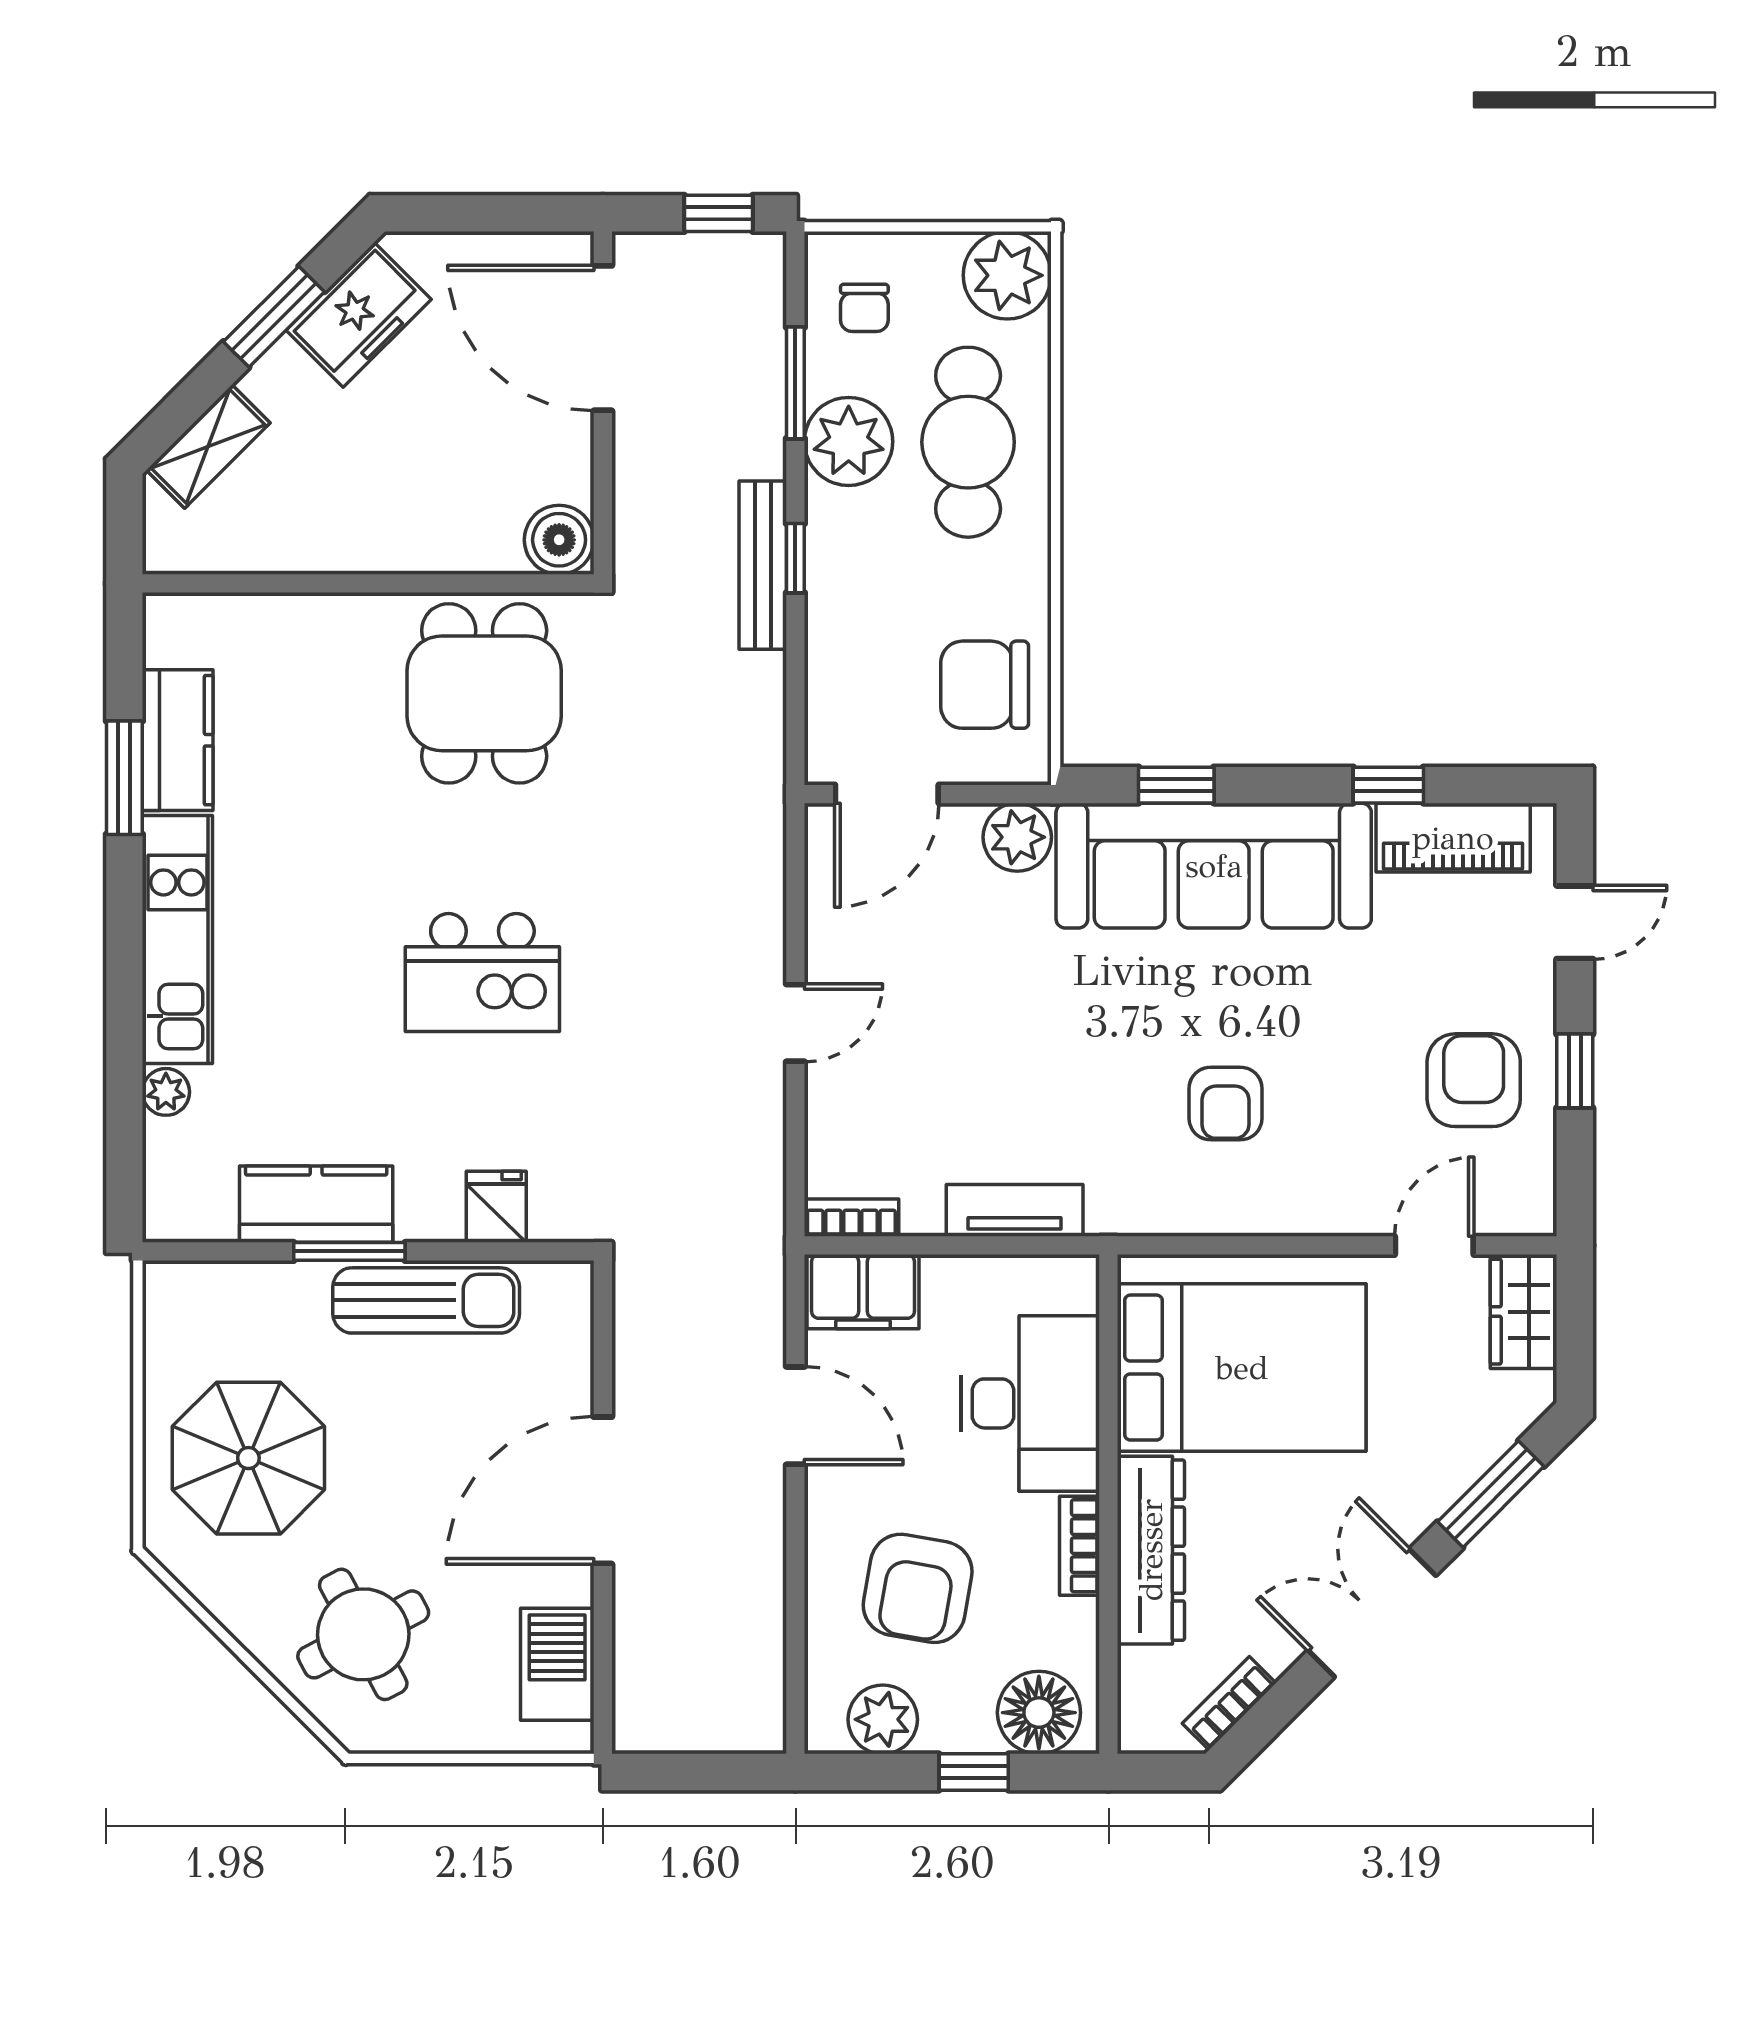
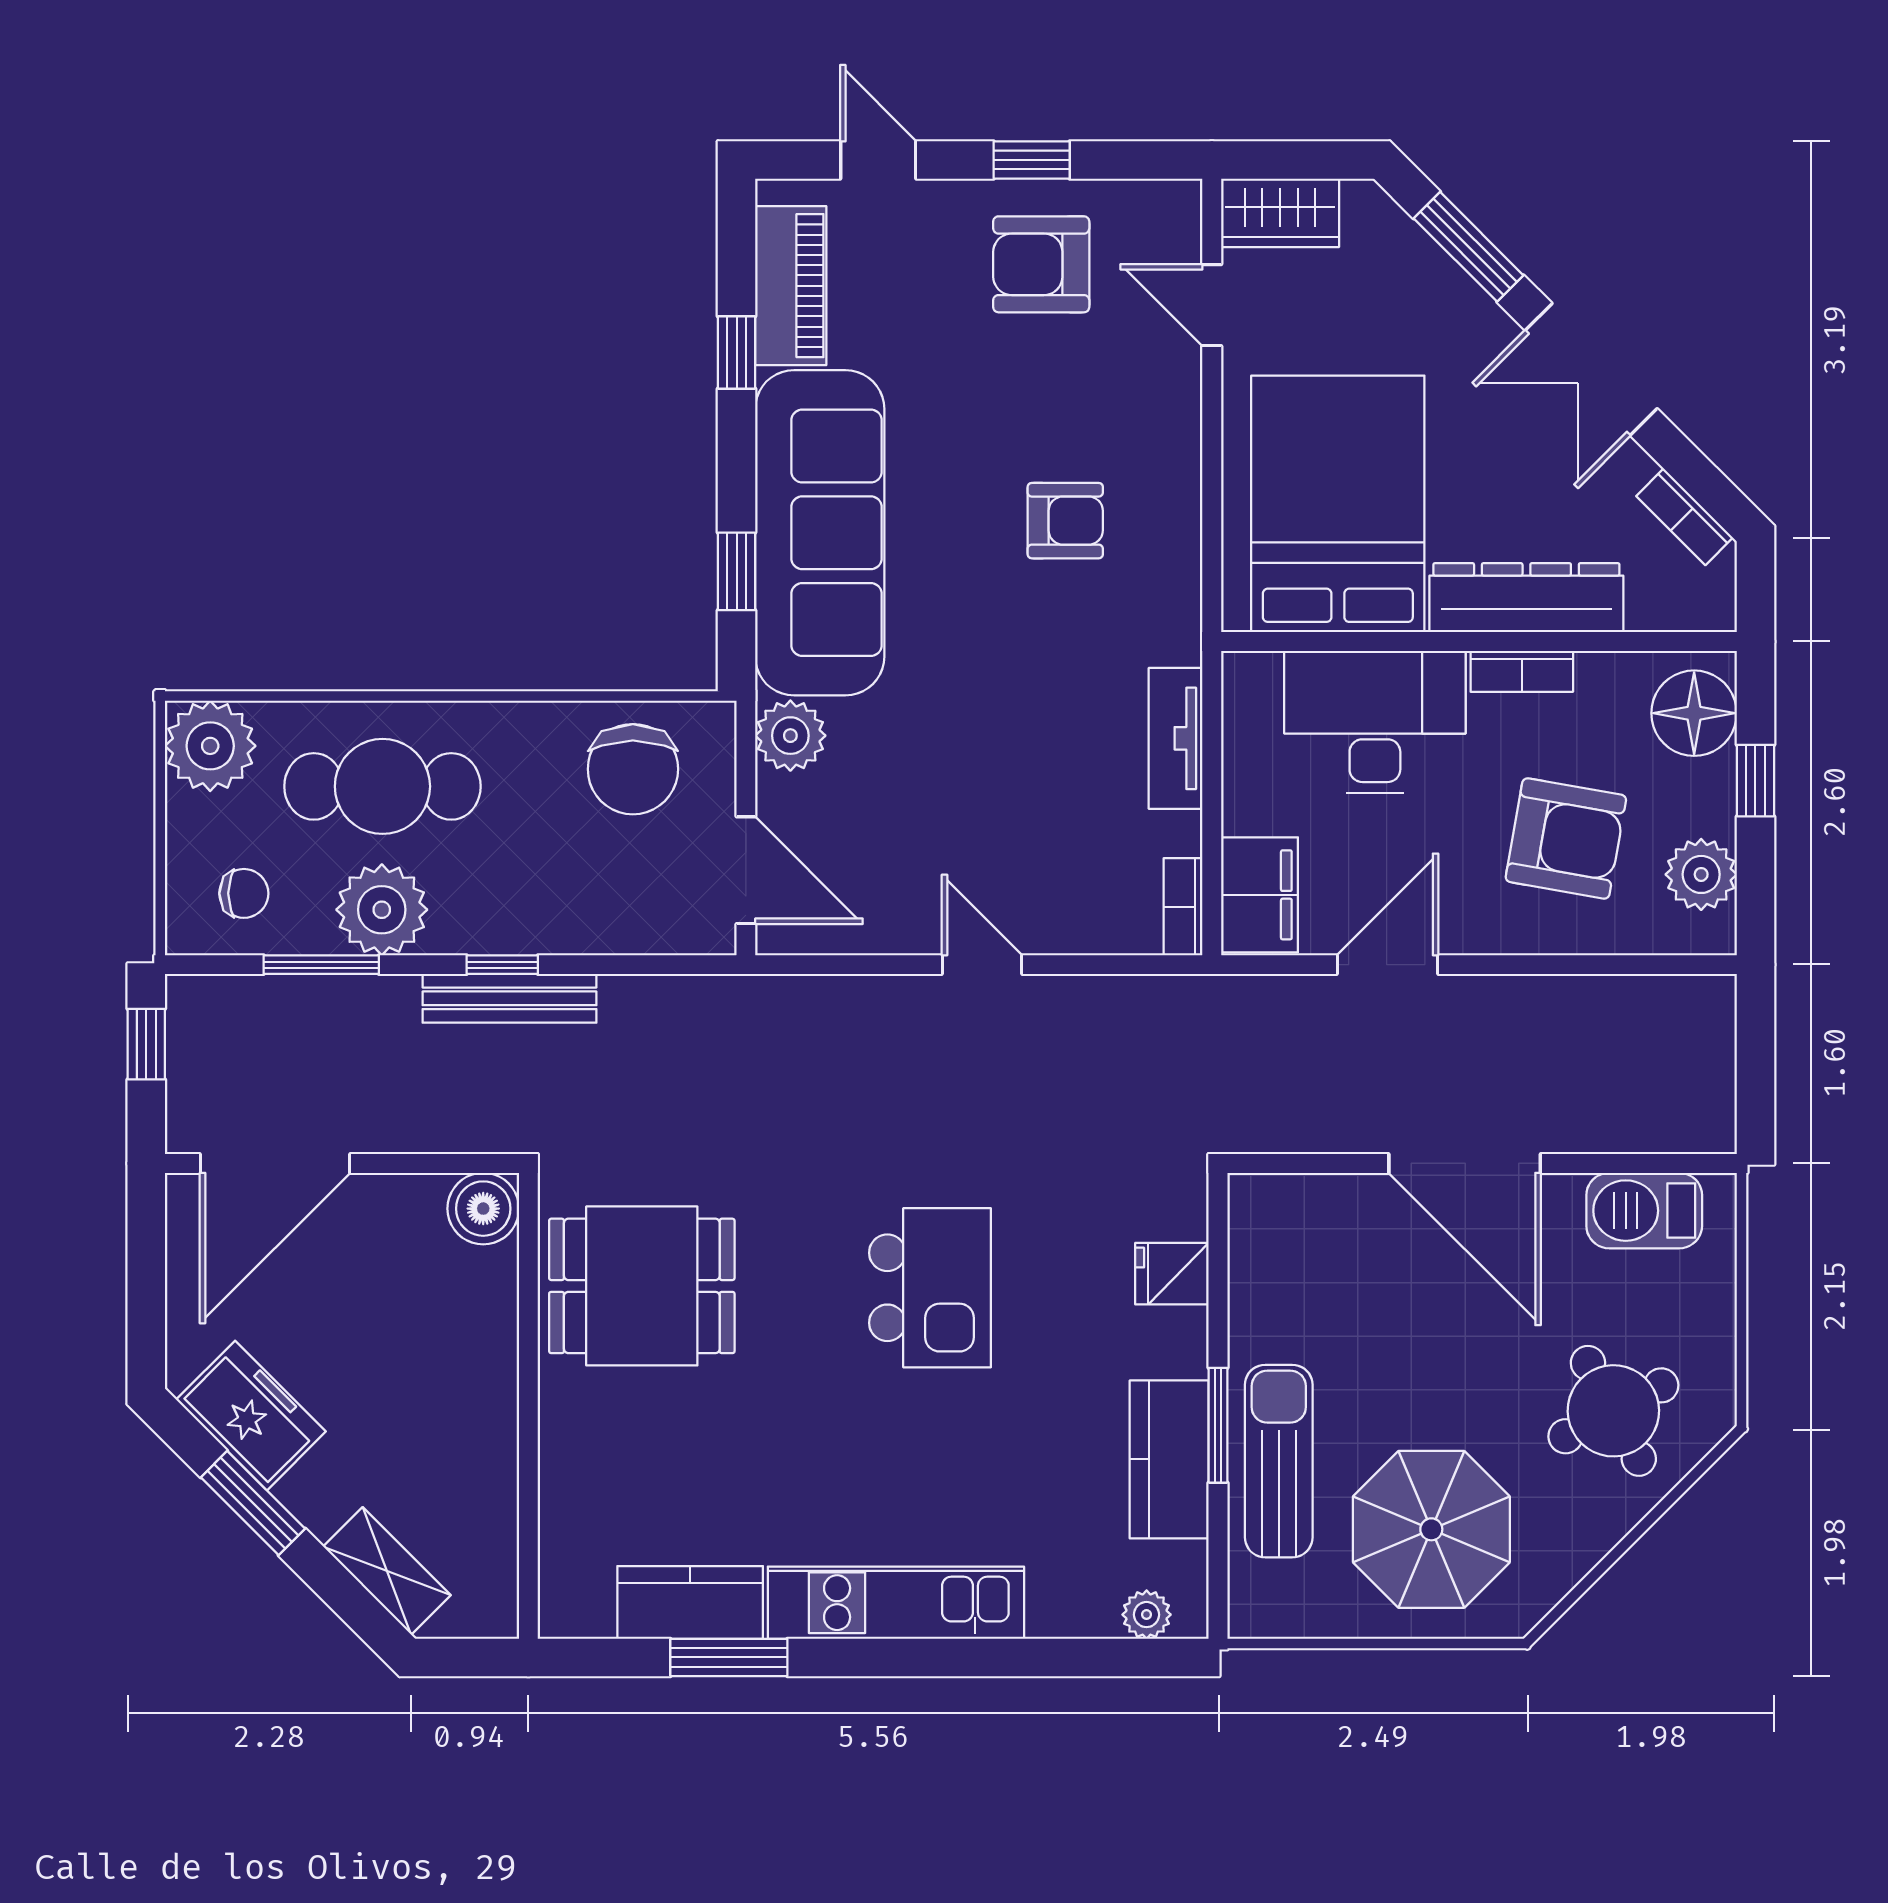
plant: (166, 1092) -> (1147, 1615), moved
sun lounger: (426, 1300) -> (1279, 1461), moved

